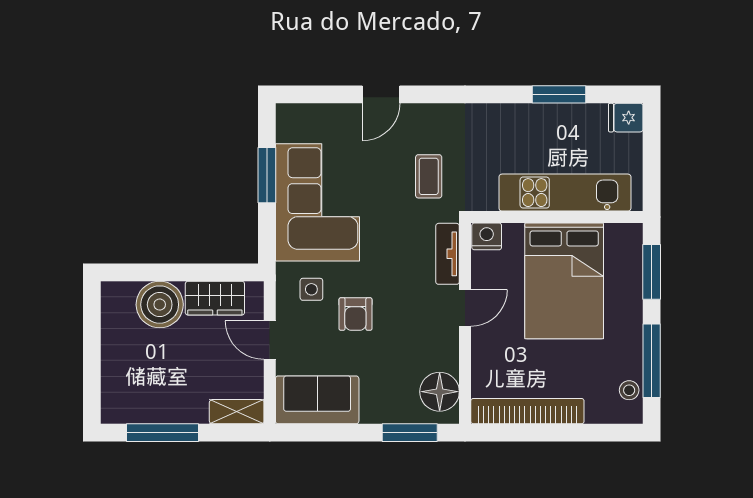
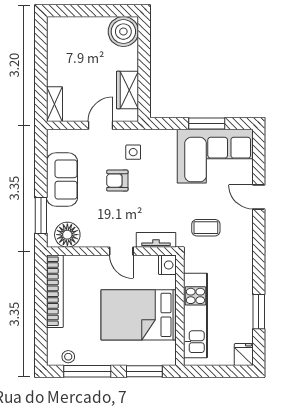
corner sofa: (317, 202) -> (215, 156), moved
boiler: (160, 305) -> (123, 32), moved
sofa: (317, 400) -> (62, 179), moved
window: (162, 433) -> (41, 56), removed

